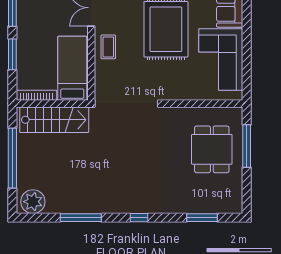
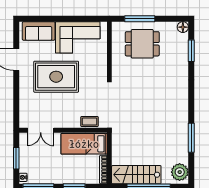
coffee table: (108, 47) -> (90, 121), moved
stairs: (54, 120) -> (136, 175), moved, turned -90
floor lamp: (235, 206) -> (183, 27), added
window: (139, 218) -> (191, 96), removed

